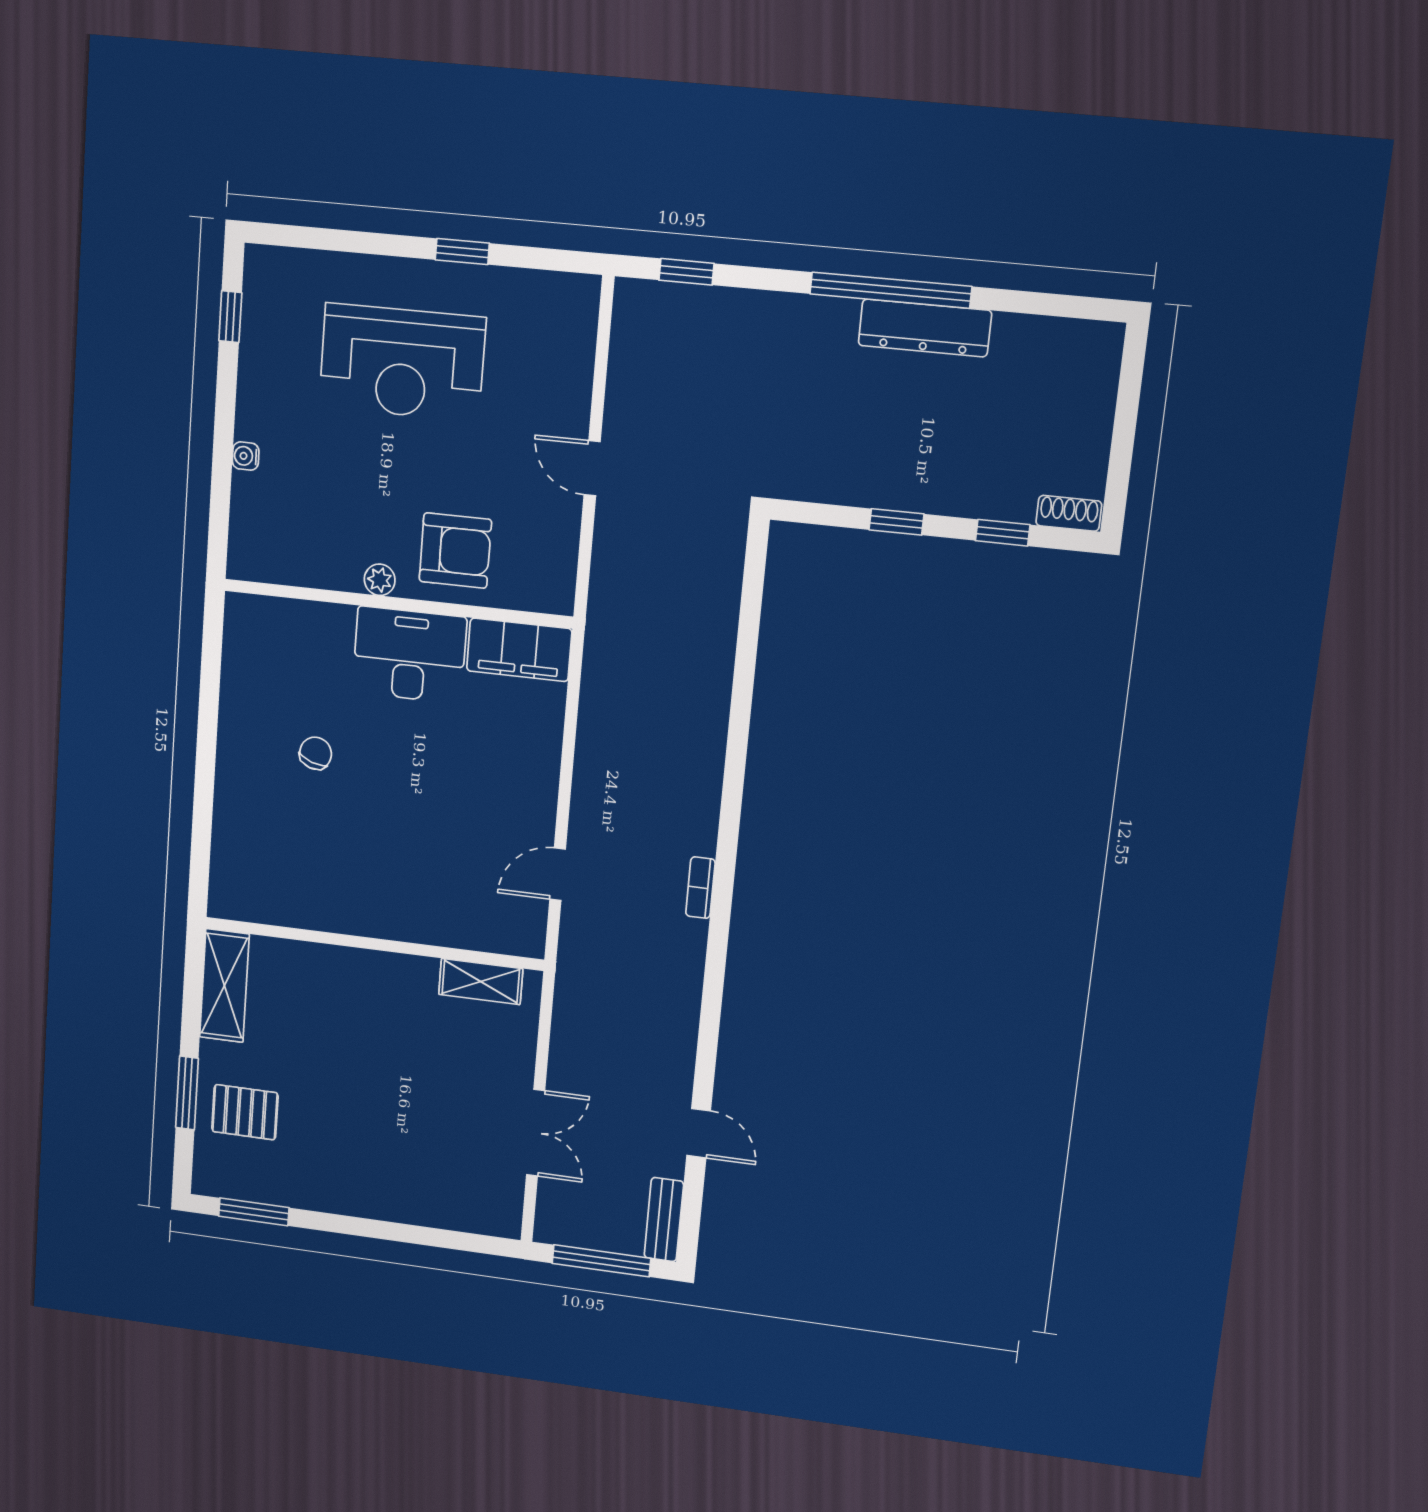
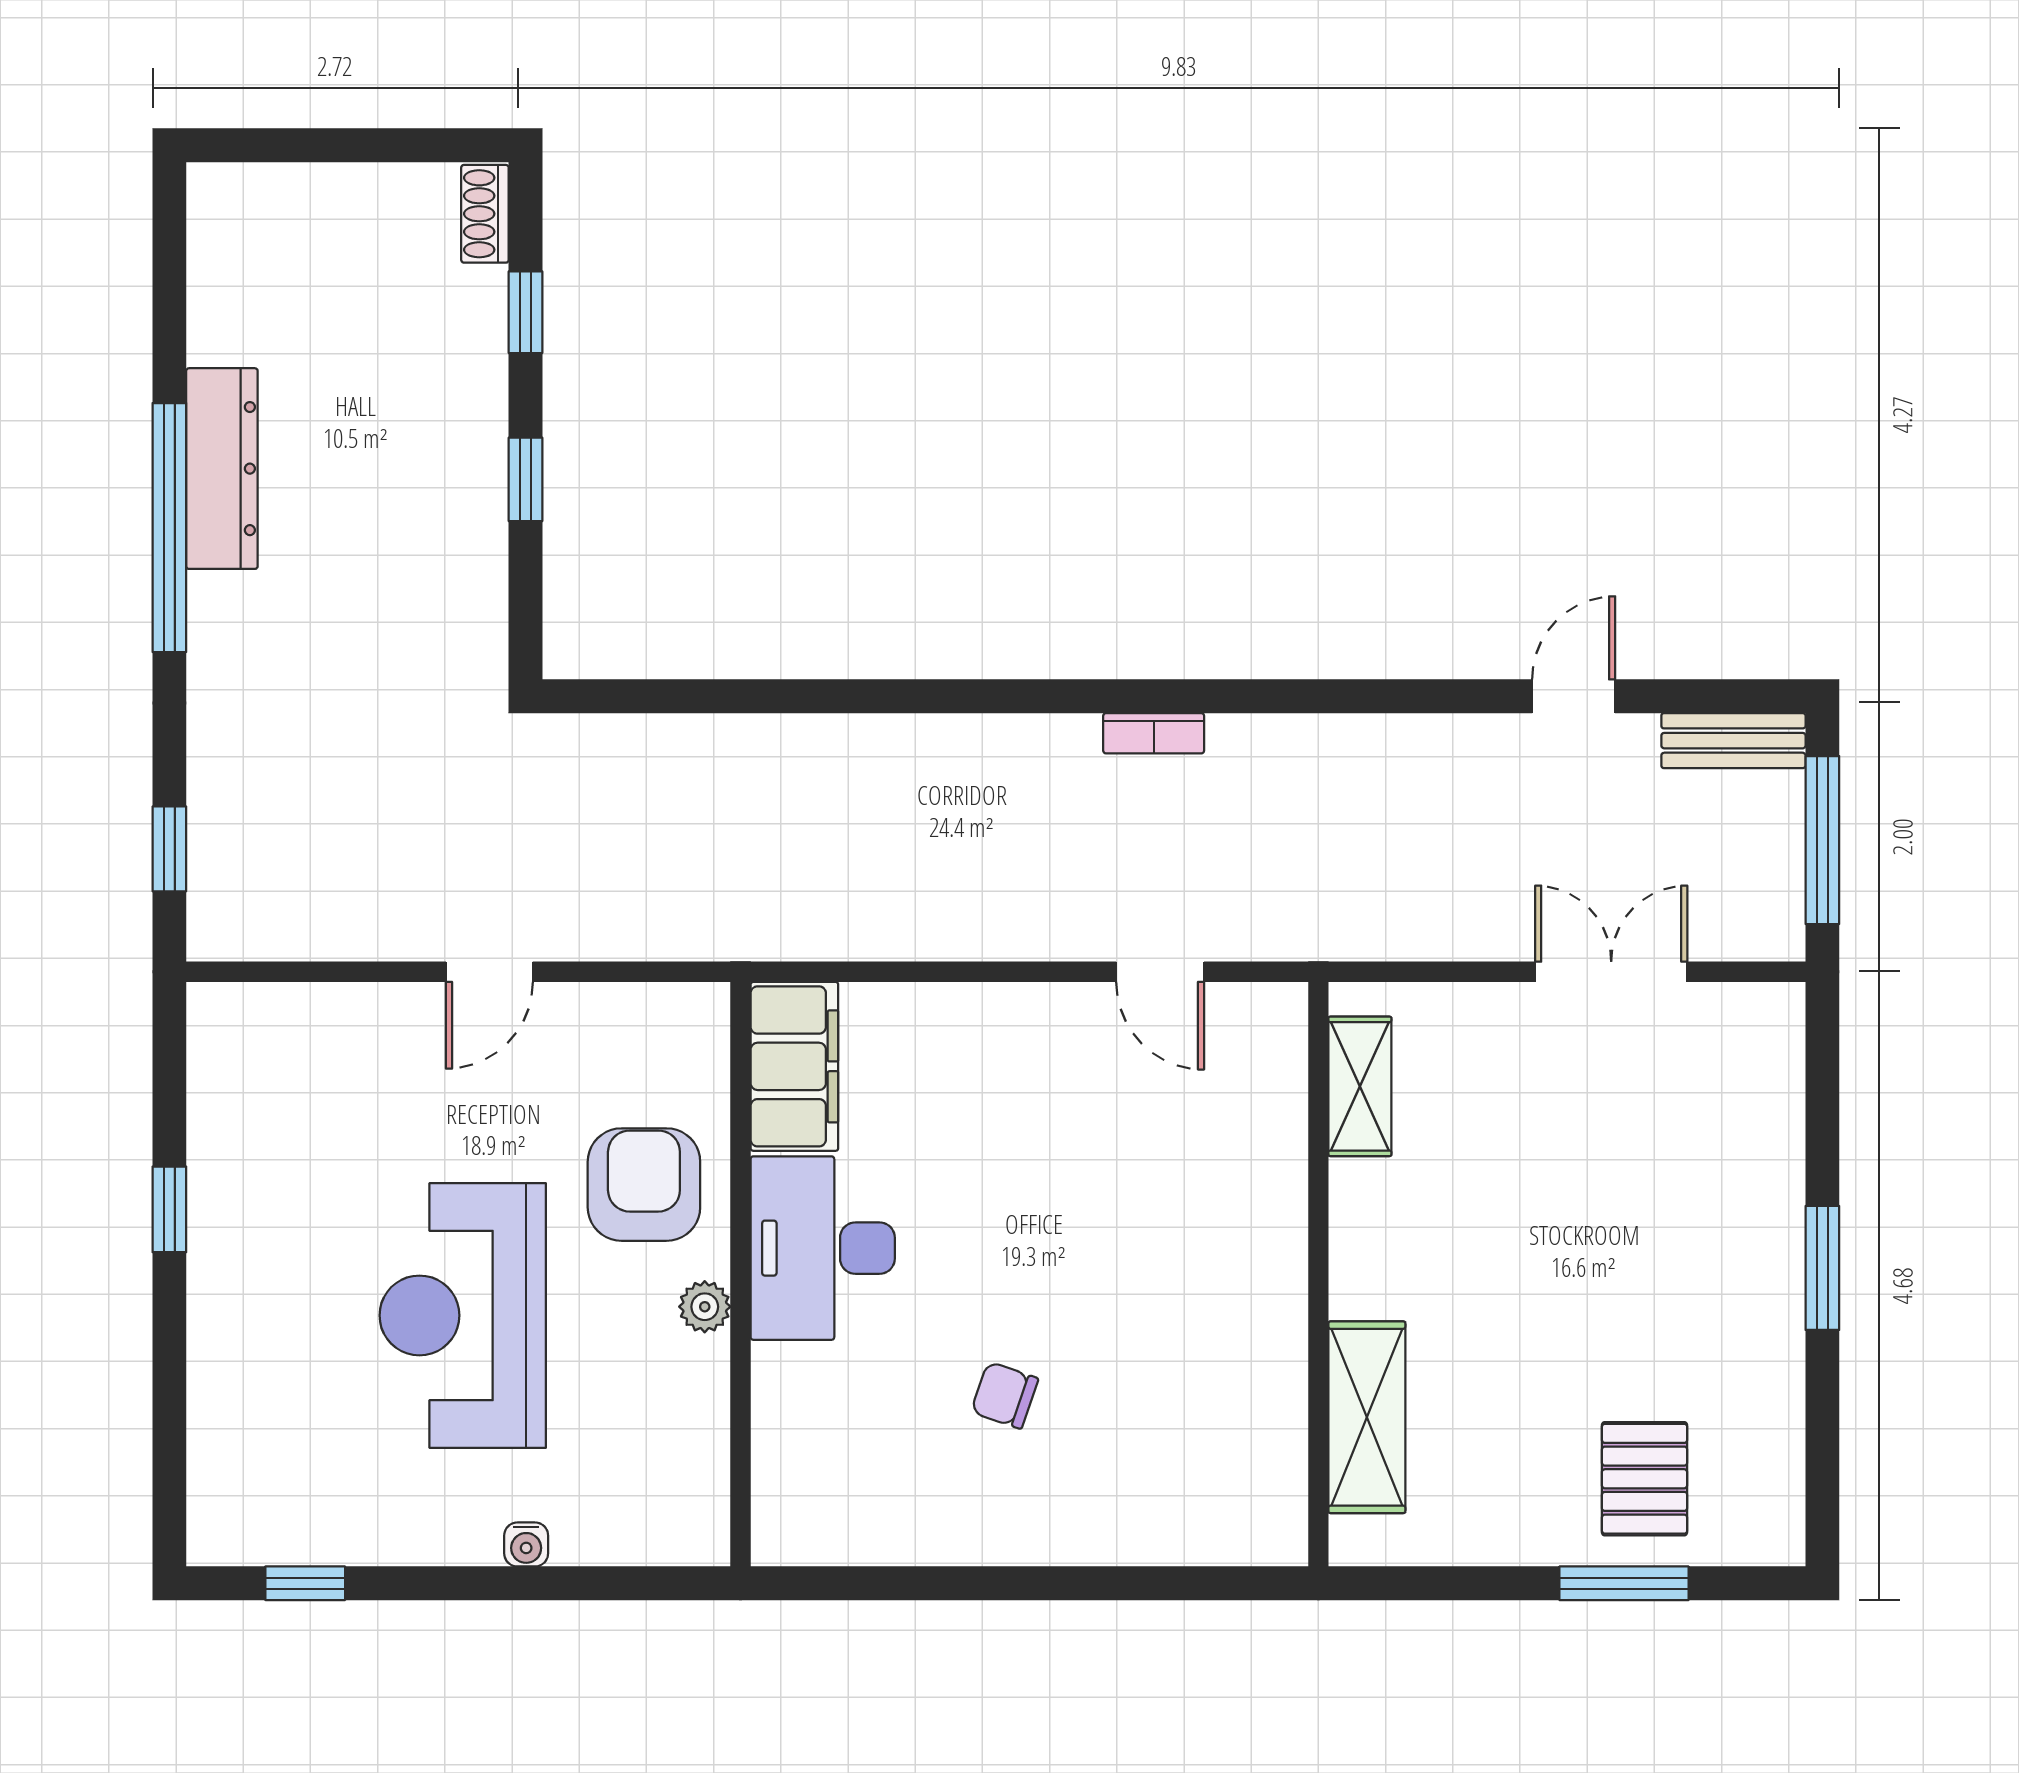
reception desk: (402, 362) -> (463, 1315), moved, turned 180
shelving: (224, 986) -> (1367, 1417), moved, turned 90
window: (254, 1212) -> (1822, 1268), moved

